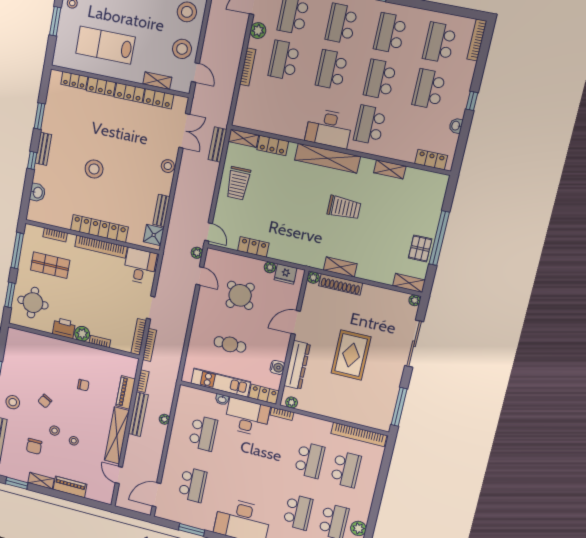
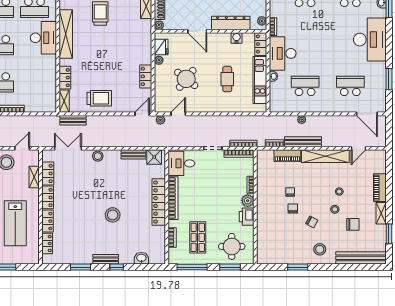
chair: (64, 383) -> (293, 209), added

